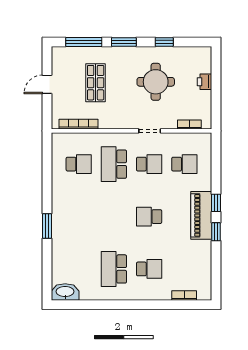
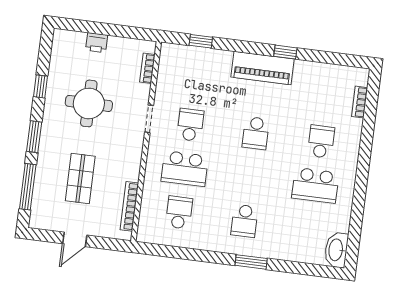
shop shelf: (96, 83) -> (80, 178), turned 90
door: (47, 84) -> (75, 239), hinge flipped
school desk: (184, 164) -> (244, 221), moved, turned 180
window: (216, 203) -> (201, 41), moved

